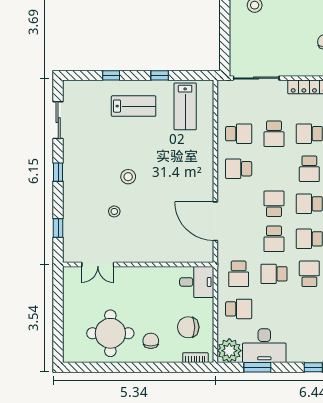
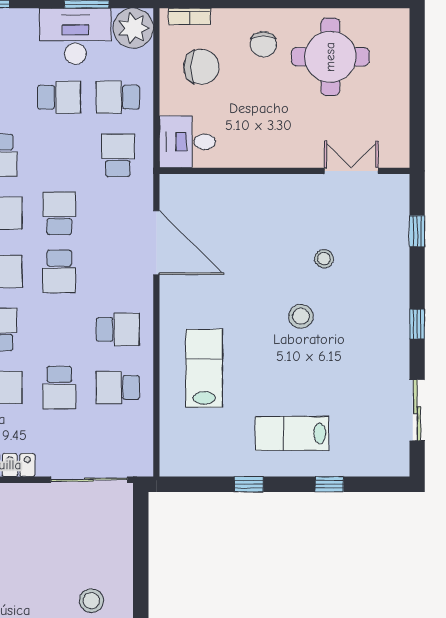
lab bench: (185, 106) -> (204, 368), moved
school desk: (274, 134) -> (59, 388), turned 180
school desk: (274, 274) -> (59, 97), moved

